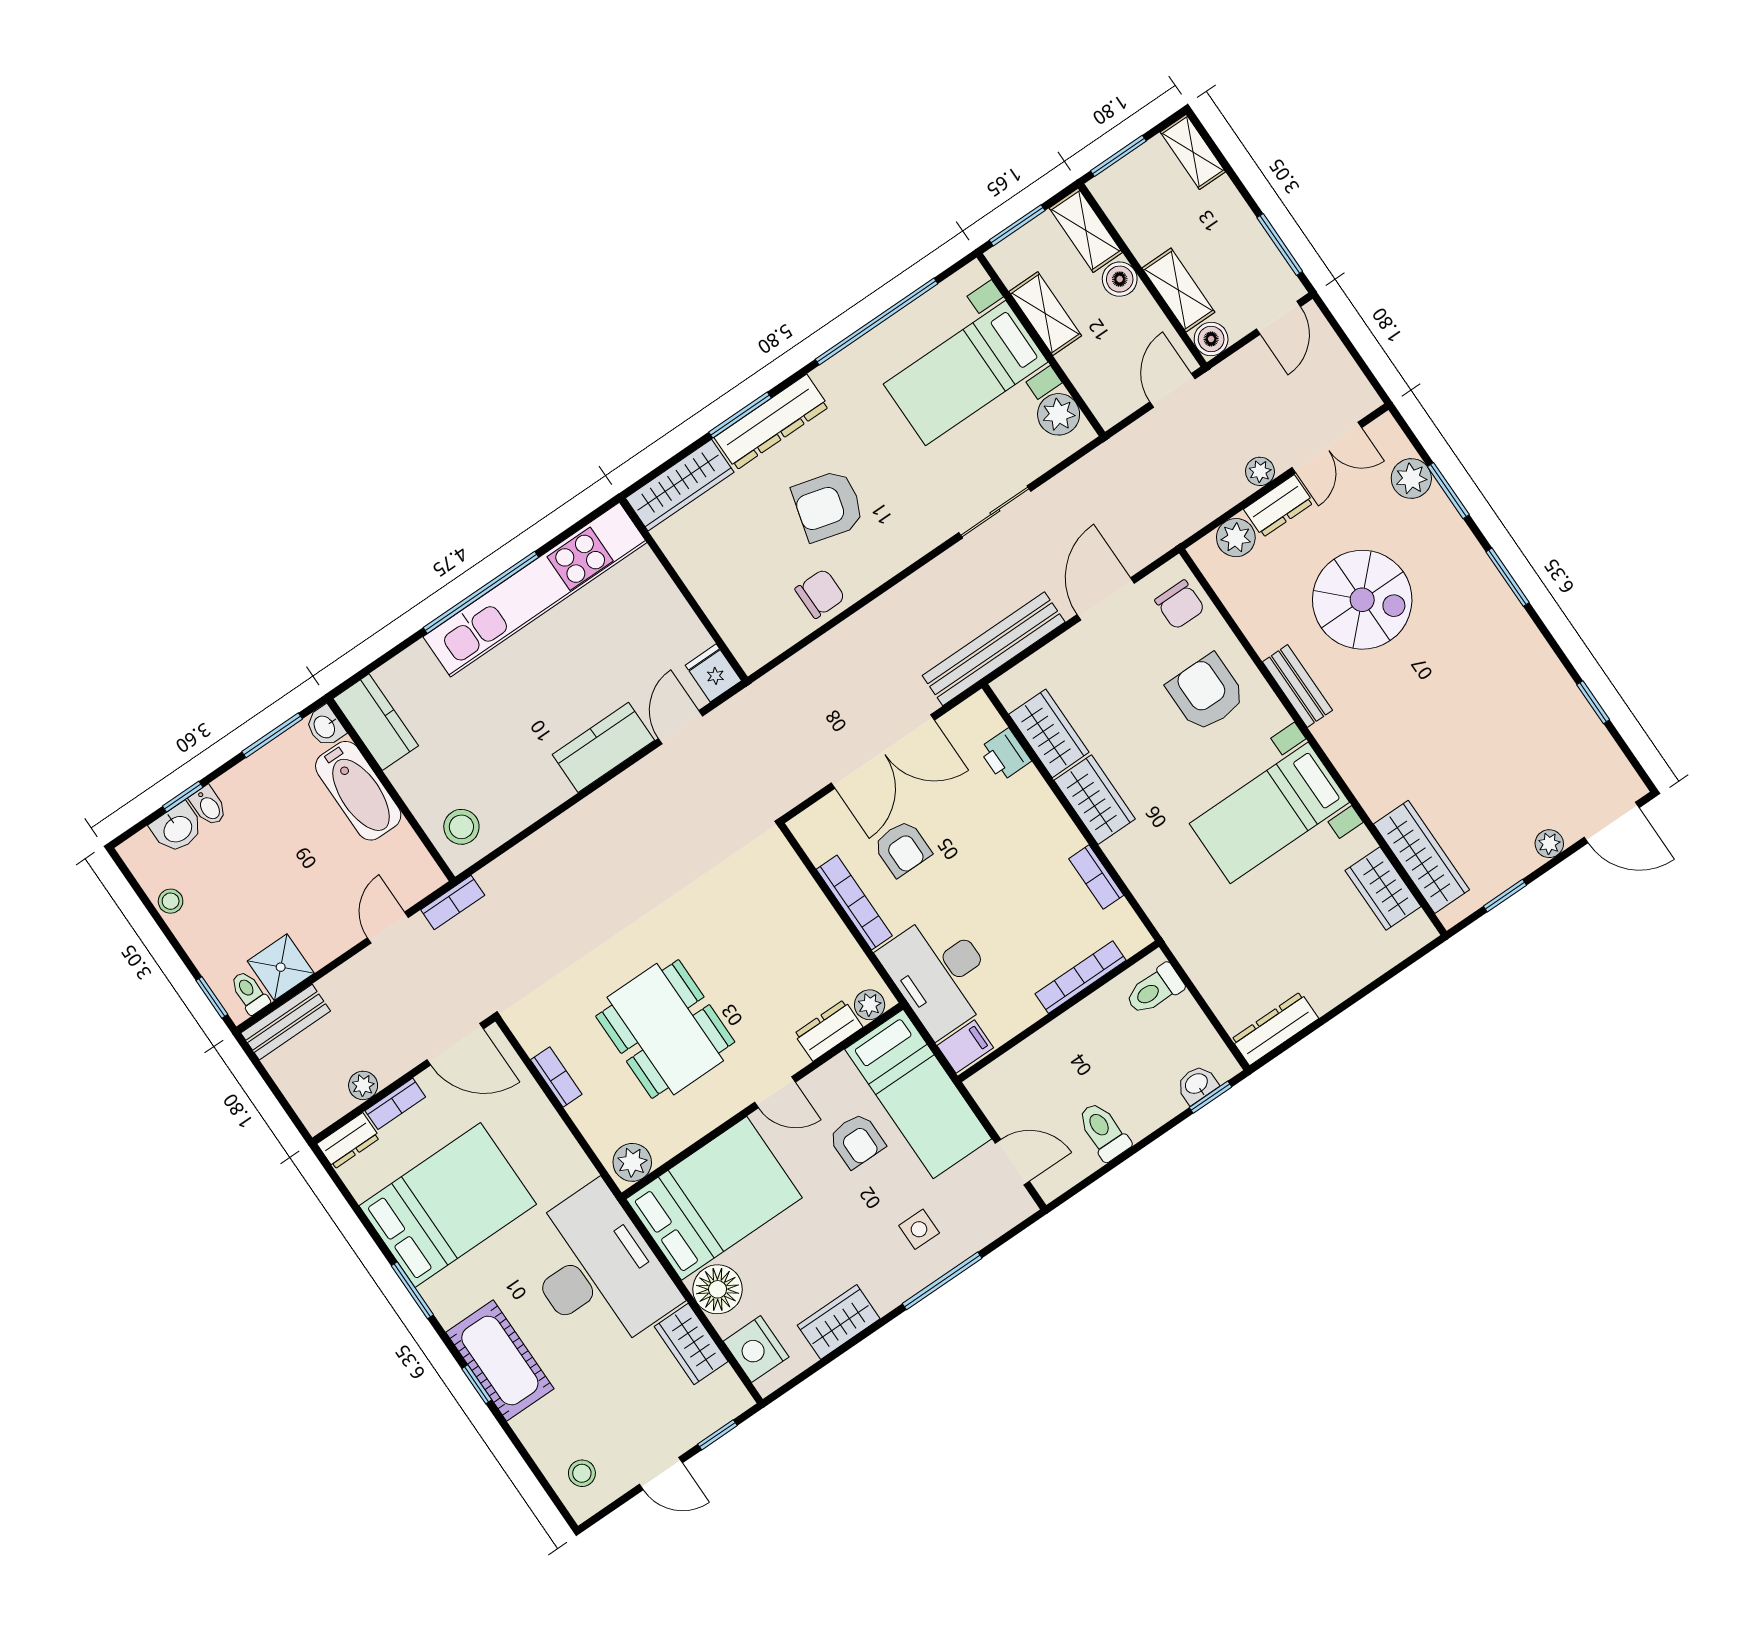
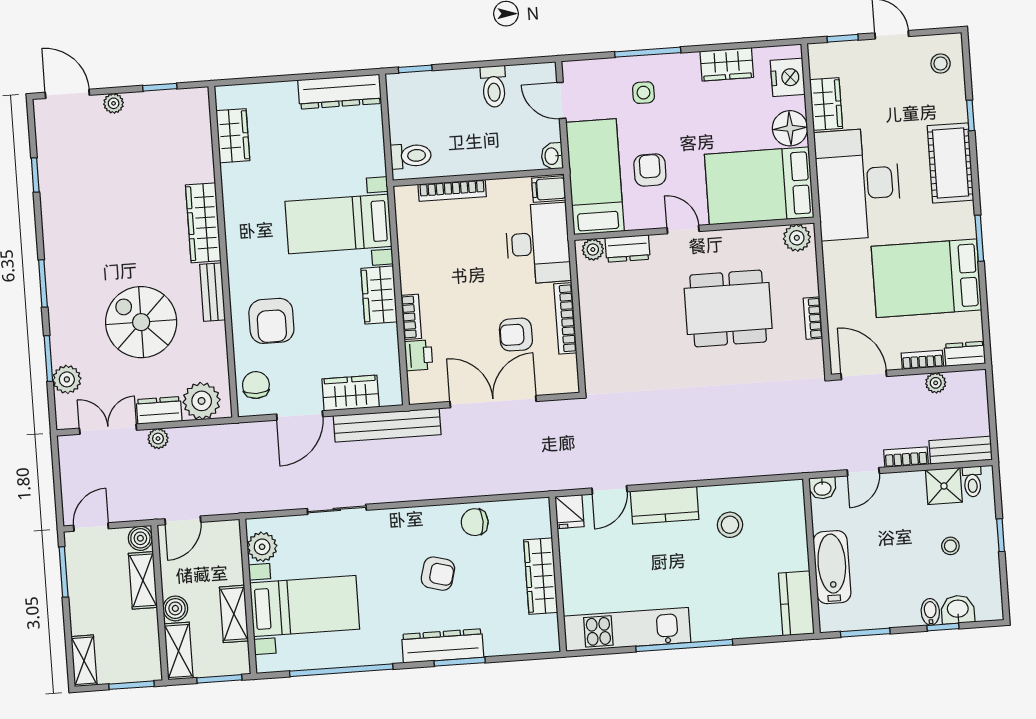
wardrobe: (680, 485) -> (541, 576), moved, turned -90
armchair: (828, 506) -> (438, 574), width x0.72, depth x0.72
plant: (1236, 538) -> (202, 401), width x1.36, depth x1.36
kitchen unit: (535, 590) -> (627, 629), width x0.73
washbasin: (325, 726) -> (822, 488), moved, turned 90
wardrobe: (1049, 733) -> (351, 393), moved, turned 90
bed with nightstands: (1269, 813) -> (338, 224), moved, turned 180
stool: (461, 827) -> (730, 525), moved
armchair: (902, 848) -> (516, 335), turned -90
wardrobe: (1422, 857) -> (203, 223), moved
bookcase: (1096, 877) -> (411, 317), moved
stool: (171, 901) -> (950, 546), moved
bookcase: (453, 902) -> (906, 457), moved
window: (212, 997) -> (1001, 535), moved
dining table: (665, 1029) -> (728, 308), turned 90
dresser: (1275, 1029) -> (340, 92), width x1.37, depth x1.24
washbasin: (1197, 1084) -> (552, 156), moved, turned 90
window: (477, 1384) -> (971, 115), moved

